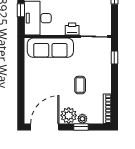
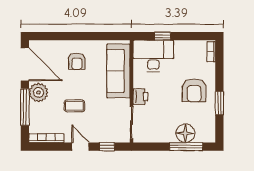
door: (114, 80) -> (80, 147), added
armchair: (42, 83) -> (77, 61), added
plant: (82, 119) -> (35, 109), removed
window: (81, 127) -> (25, 107), width x2.17

